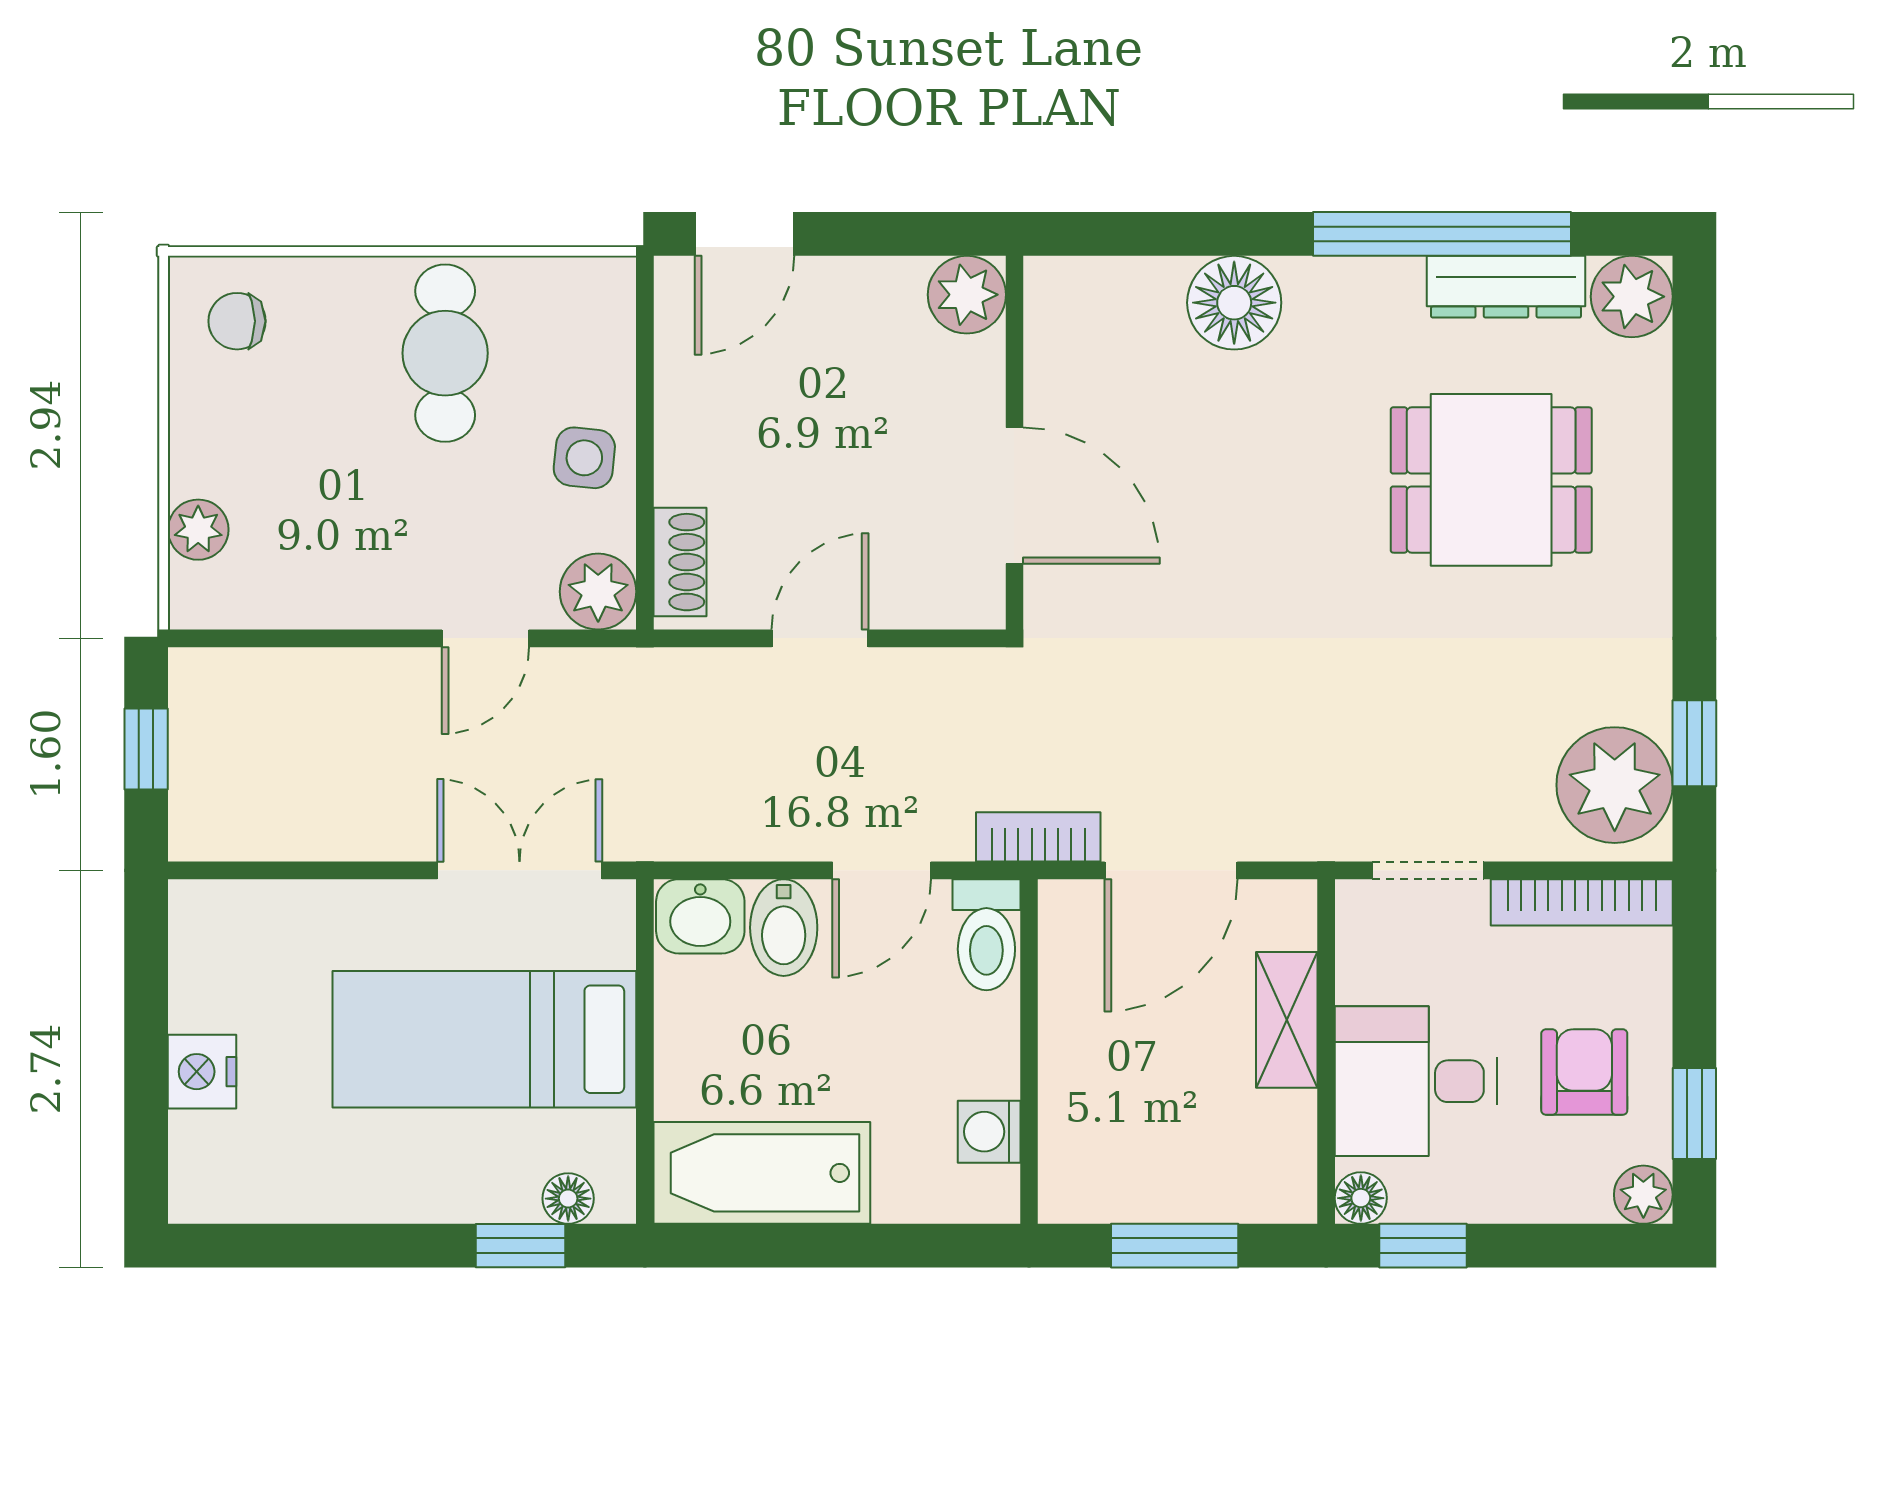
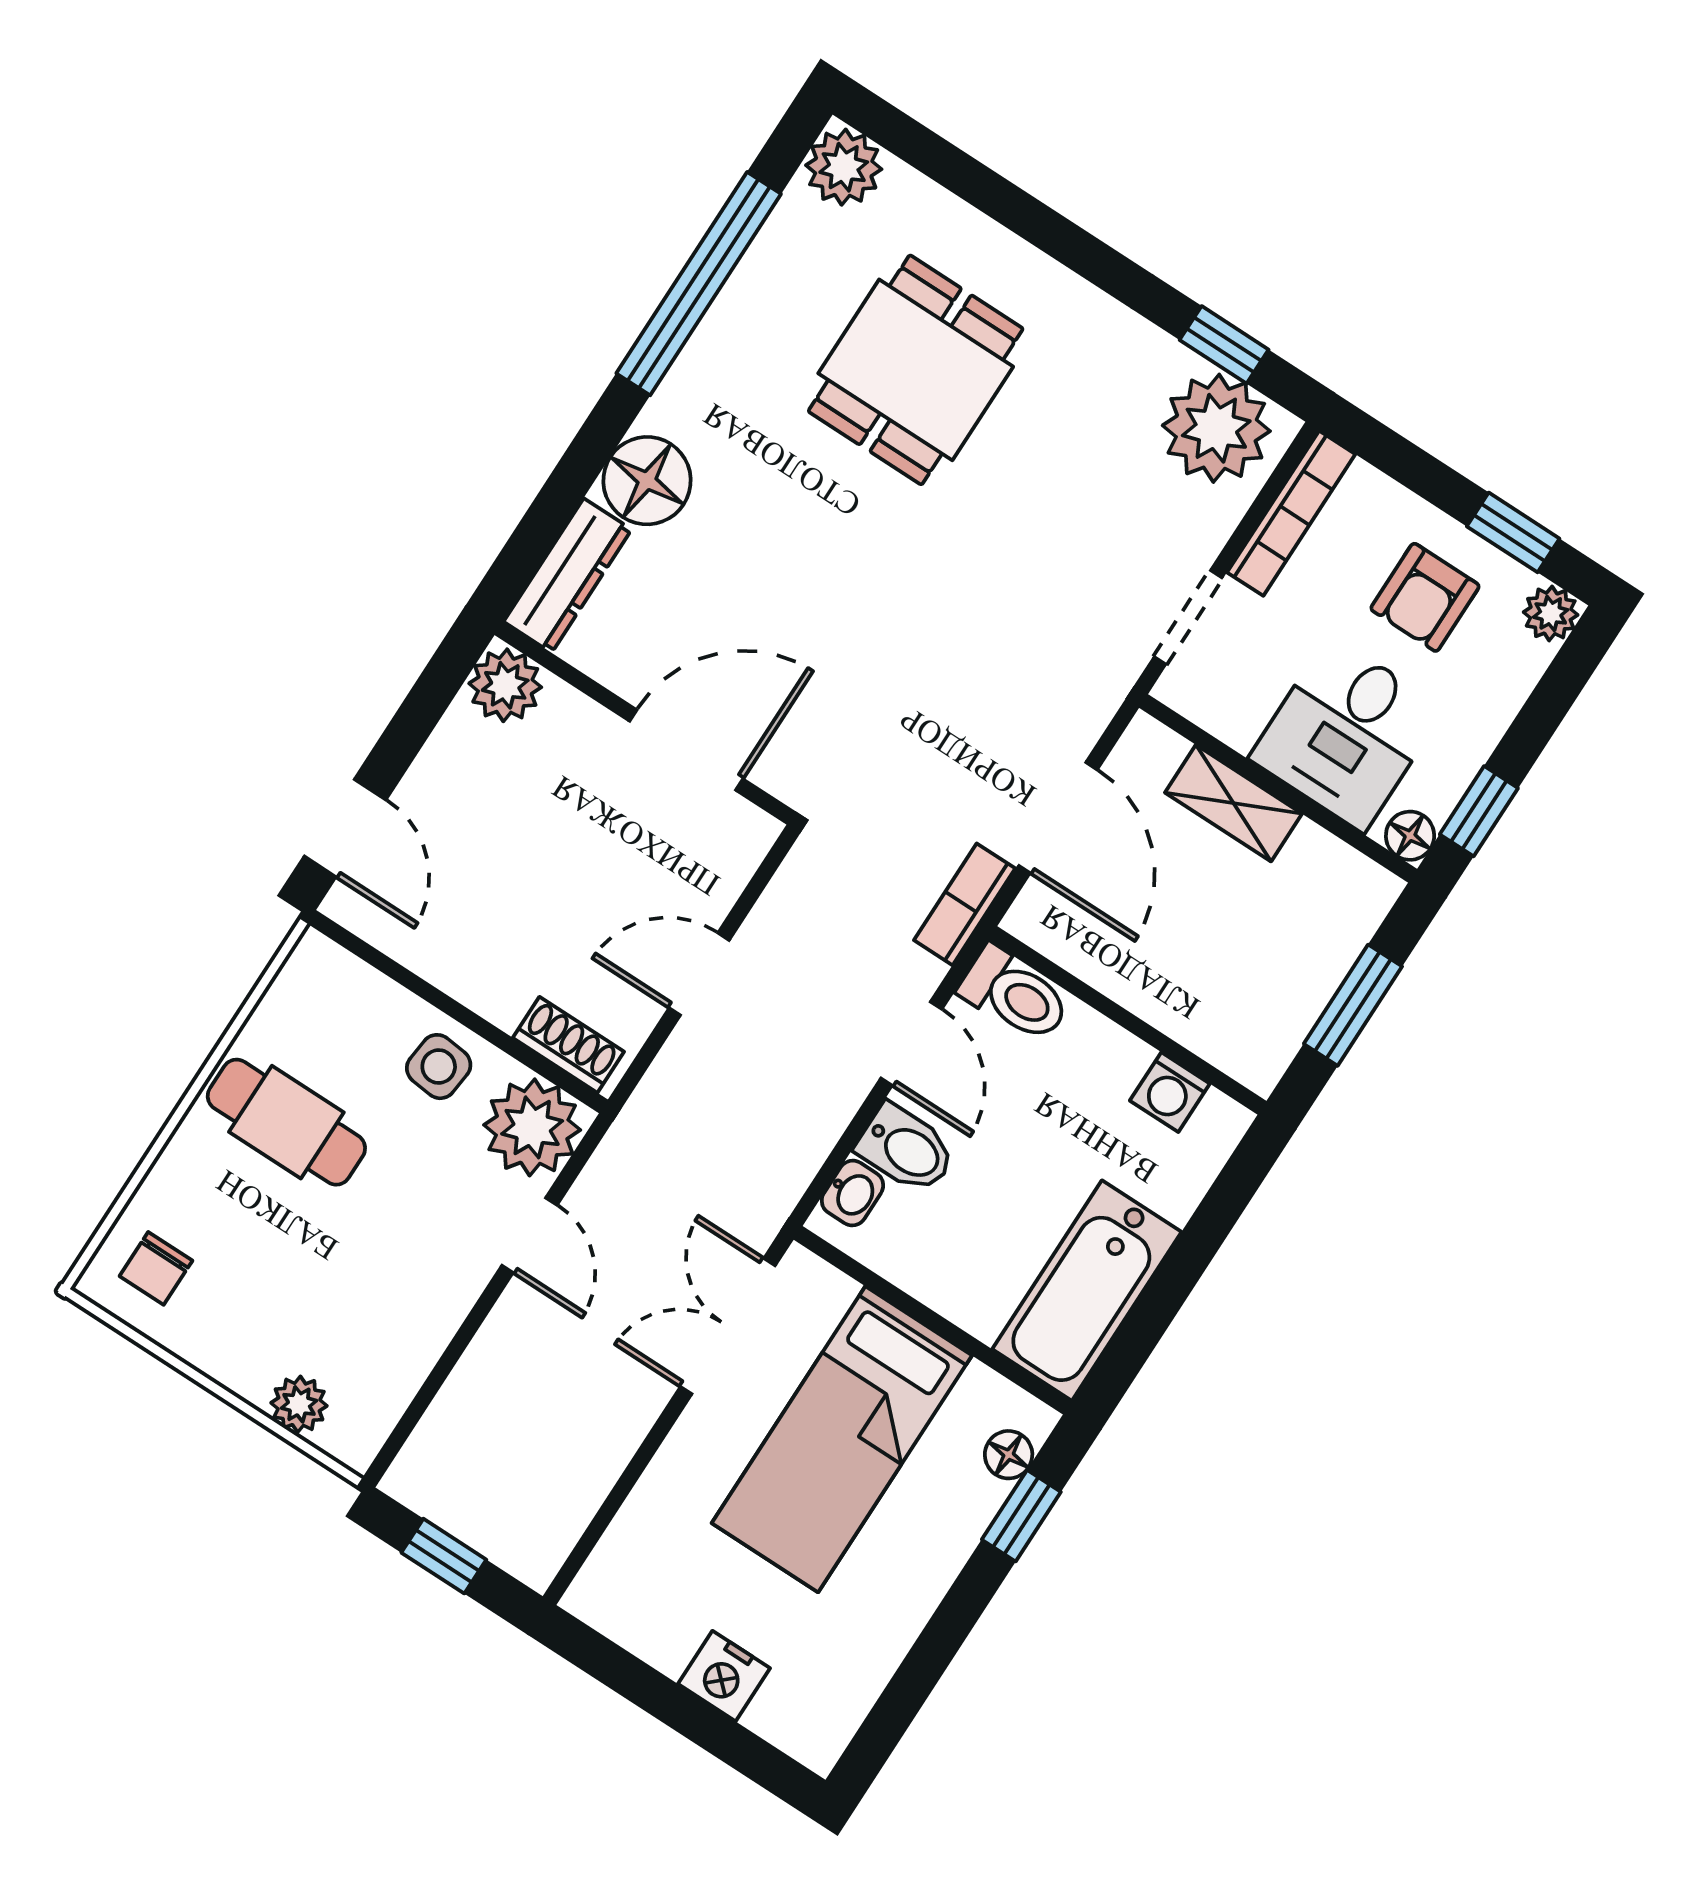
dresser: (1506, 287) -> (568, 575), moved
plant: (598, 592) -> (532, 1127), width x1.36, depth x1.36
door: (820, 638) -> (699, 974), hinge flipped
washbasin: (700, 916) -> (852, 1193), width x0.72, depth x0.69
armchair: (1584, 1072) -> (1425, 597), turned -90

